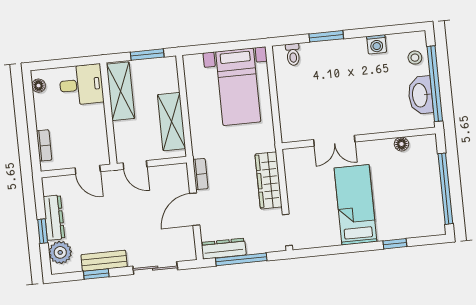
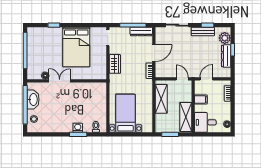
washing machine: (377, 44) -> (78, 128), moved
filing cabinet: (95, 128) -> (201, 99), added
double door: (334, 141) -> (60, 81), moved
door: (88, 170) -> (206, 79), hinge flipped
wardrobe: (269, 180) -> (115, 64), width x0.67
bed: (355, 205) -> (76, 47), width x1.50

